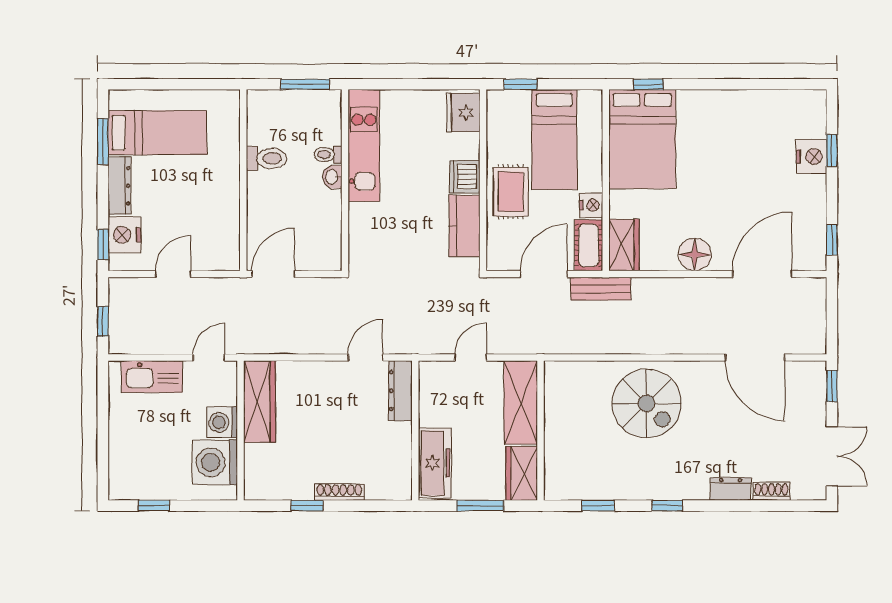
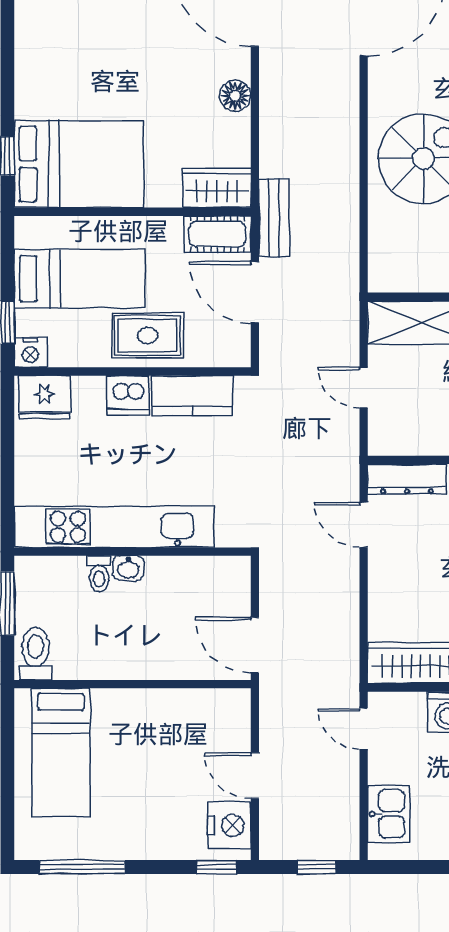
bed: (158, 133) -> (61, 753), moved, turned 180
window: (103, 141) -> (82, 867), width x1.44
kitchen unit: (364, 145) -> (114, 527), width x1.36
toilet: (266, 158) -> (35, 654), moved
dresser: (119, 186) -> (140, 846), removed
nightstand: (591, 205) -> (30, 352), moved, turned 180
nightstand: (125, 235) -> (229, 825), moved, turned -90
floor lamp: (695, 254) -> (235, 96), width x0.73, depth x0.73
kitchen sink: (152, 377) -> (389, 814), width x0.73

